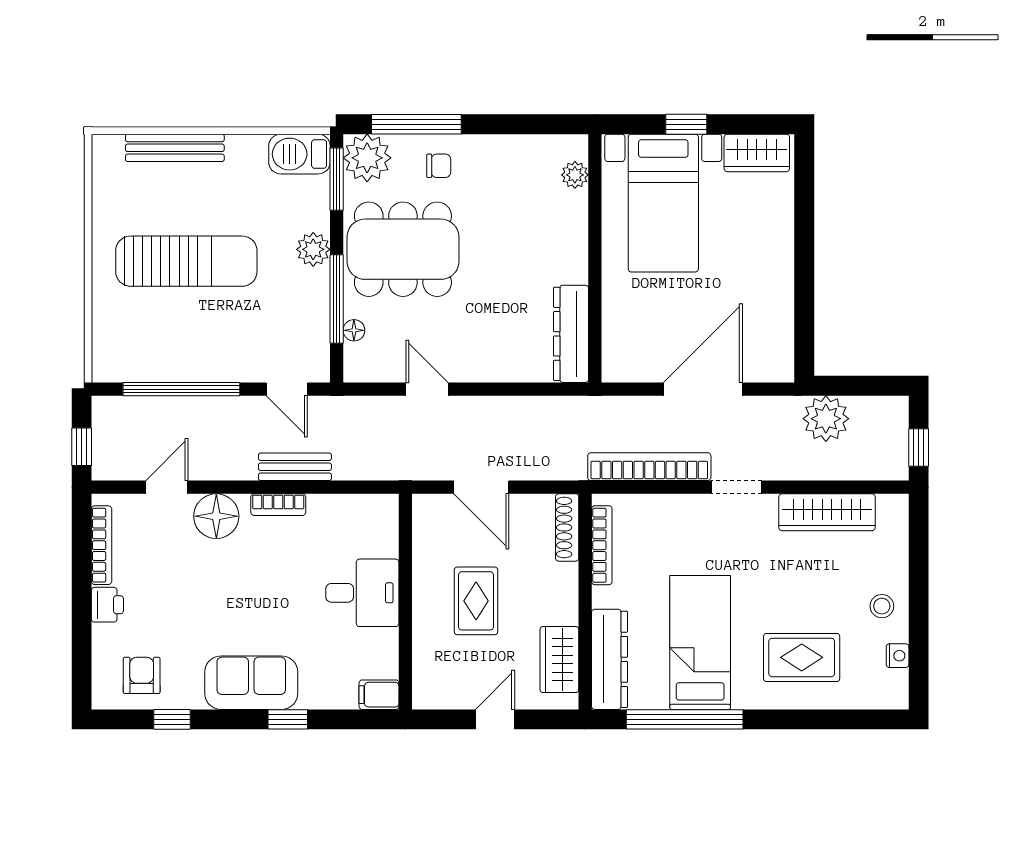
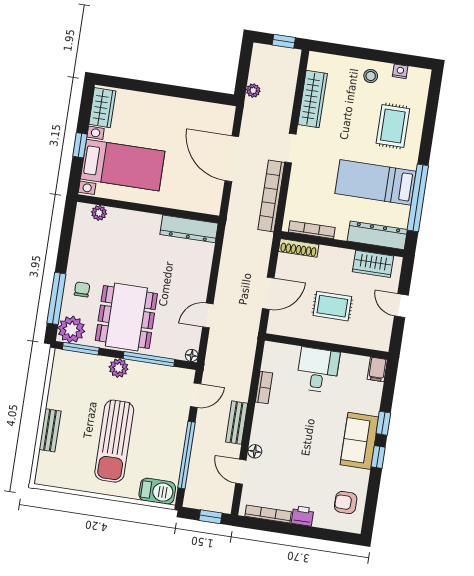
bench: (175, 148) -> (50, 430), width x0.73
barbecue: (299, 154) -> (157, 491), moved, turned -90
sun lounger: (186, 261) -> (114, 441), turned 180
floor lamp: (354, 330) -> (192, 355), moved
plant: (826, 419) -> (253, 91), width x0.53, depth x0.53
bench: (295, 467) -> (237, 423), moved
bookcase: (278, 505) -> (264, 388), moved
floor lamp: (216, 516) -> (255, 451), width x0.53, depth x0.53
window: (172, 719) -> (378, 457), moved

